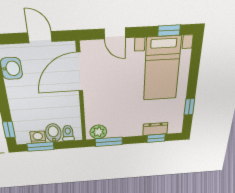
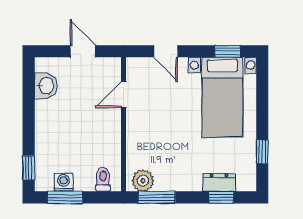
door: (80, 72) -> (124, 95), width x0.53
bidet: (53, 133) -> (84, 177), removed

